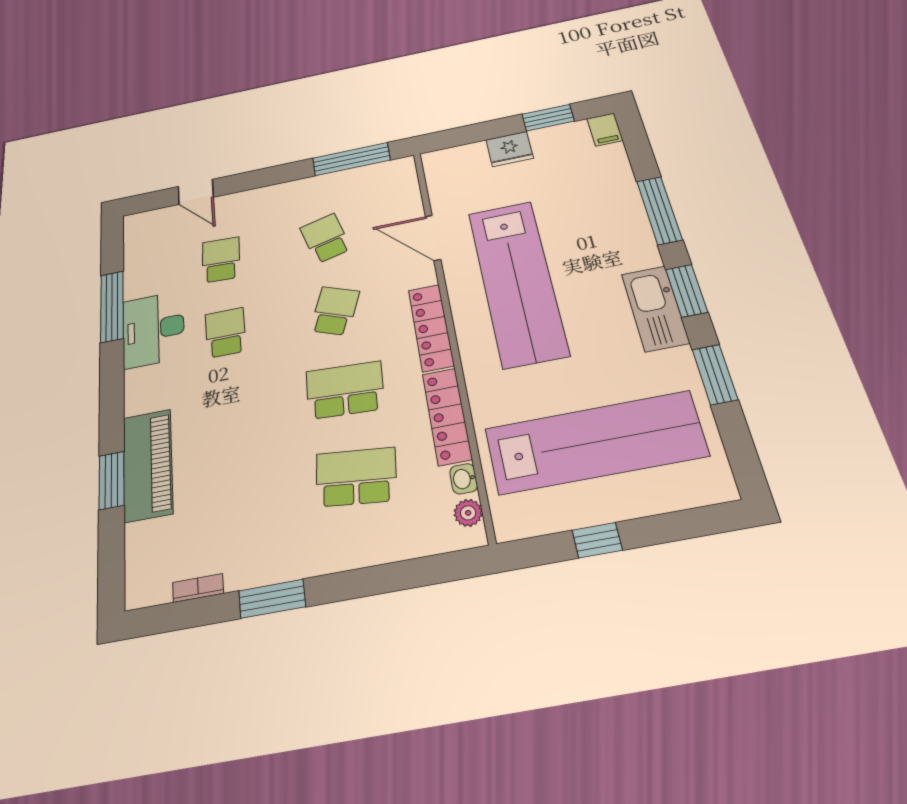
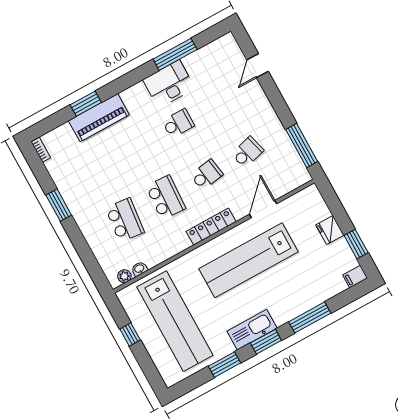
school desk: (221, 260) -> (219, 101), removed
school desk: (335, 311) -> (207, 175), turned -30
locker: (447, 416) -> (167, 251), removed
bookcase: (198, 588) -> (41, 150), moved

